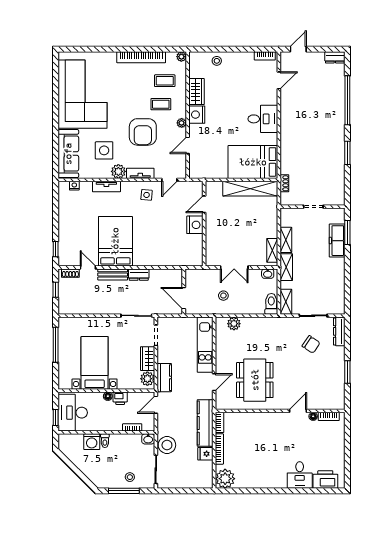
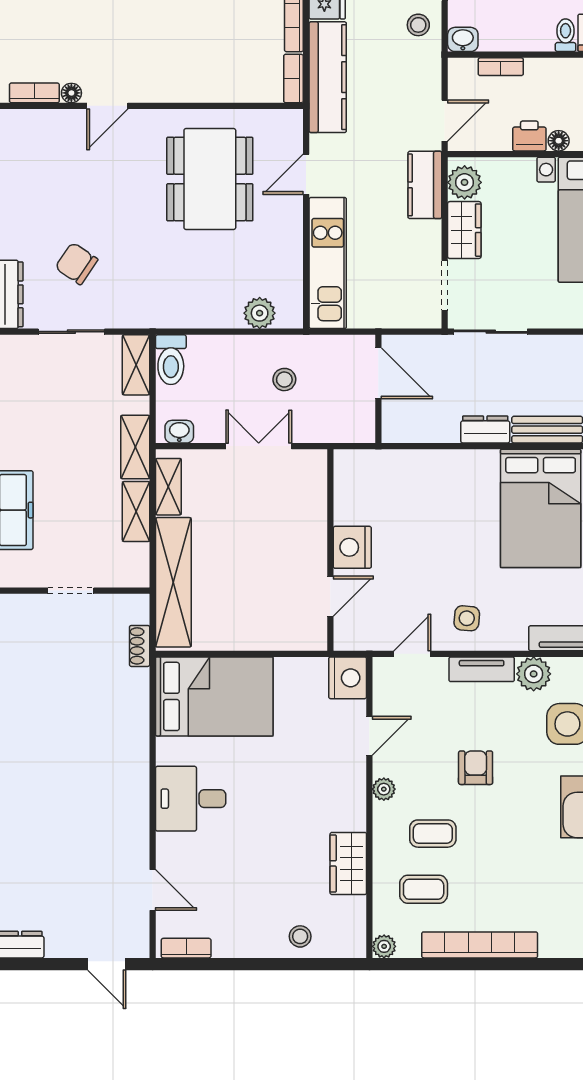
door: (298, 49) -> (107, 964), hinge flipped
door: (279, 80) -> (153, 890), swing flipped
nightstand: (197, 115) -> (348, 678), moved
armchair: (143, 132) -> (476, 768), width x0.53, depth x0.53
shelving: (250, 189) -> (173, 582), moved, turned 90
stool: (167, 445) -> (418, 25), width x0.53, depth x0.53

